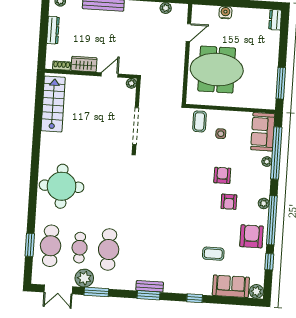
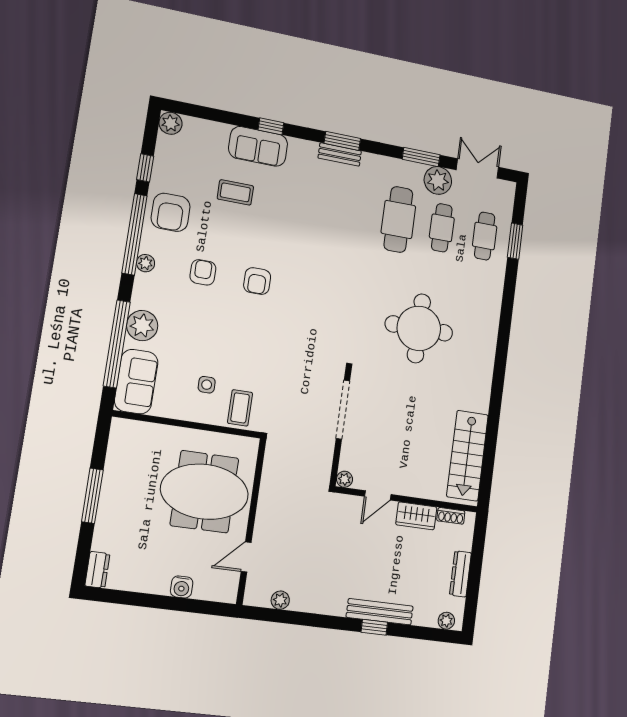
window: (281, 83) -> (92, 496), moved
plant: (267, 162) -> (142, 326), width x1.88, depth x1.88
armchair: (222, 175) -> (257, 281), moved
round table: (62, 186) -> (419, 328), moved
cafe table: (51, 246) -> (485, 236), width x0.73, depth x0.74
sofa: (231, 286) -> (258, 146), moved

